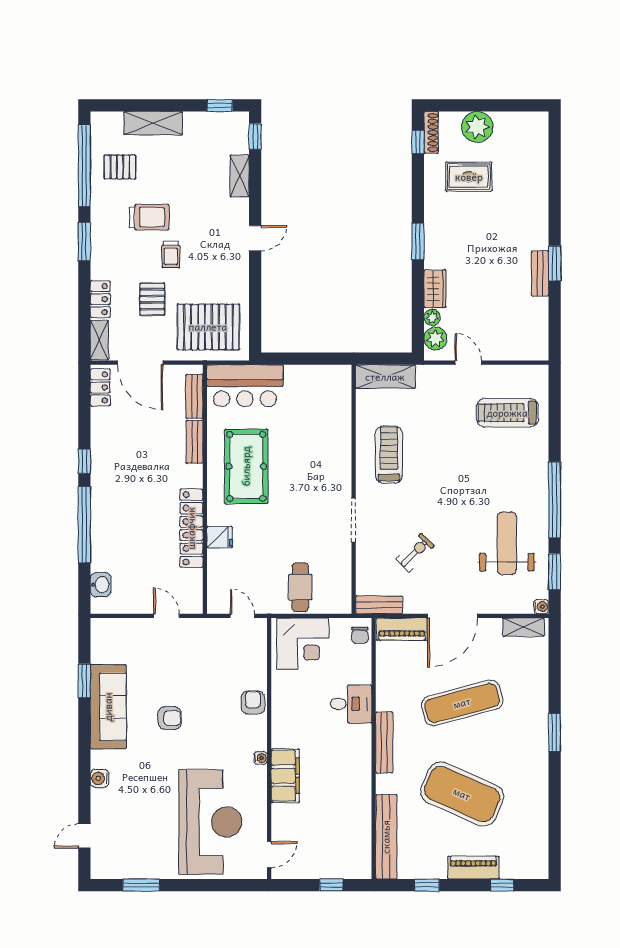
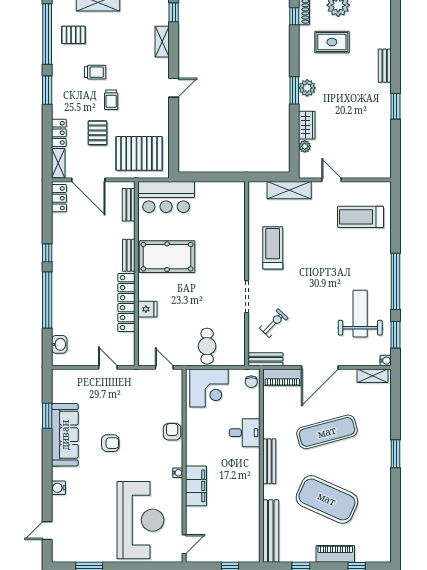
trolley: (149, 217) -> (95, 72), width x0.73, depth x0.72
bench: (540, 273) -> (385, 66), moved
plant: (435, 339) -> (307, 88), moved
shelving: (385, 377) -> (289, 190), moved
bench: (195, 442) -> (129, 255), moved
pool table: (246, 466) -> (167, 257), turned 90
exercise bike: (415, 552) -> (274, 323), moved

